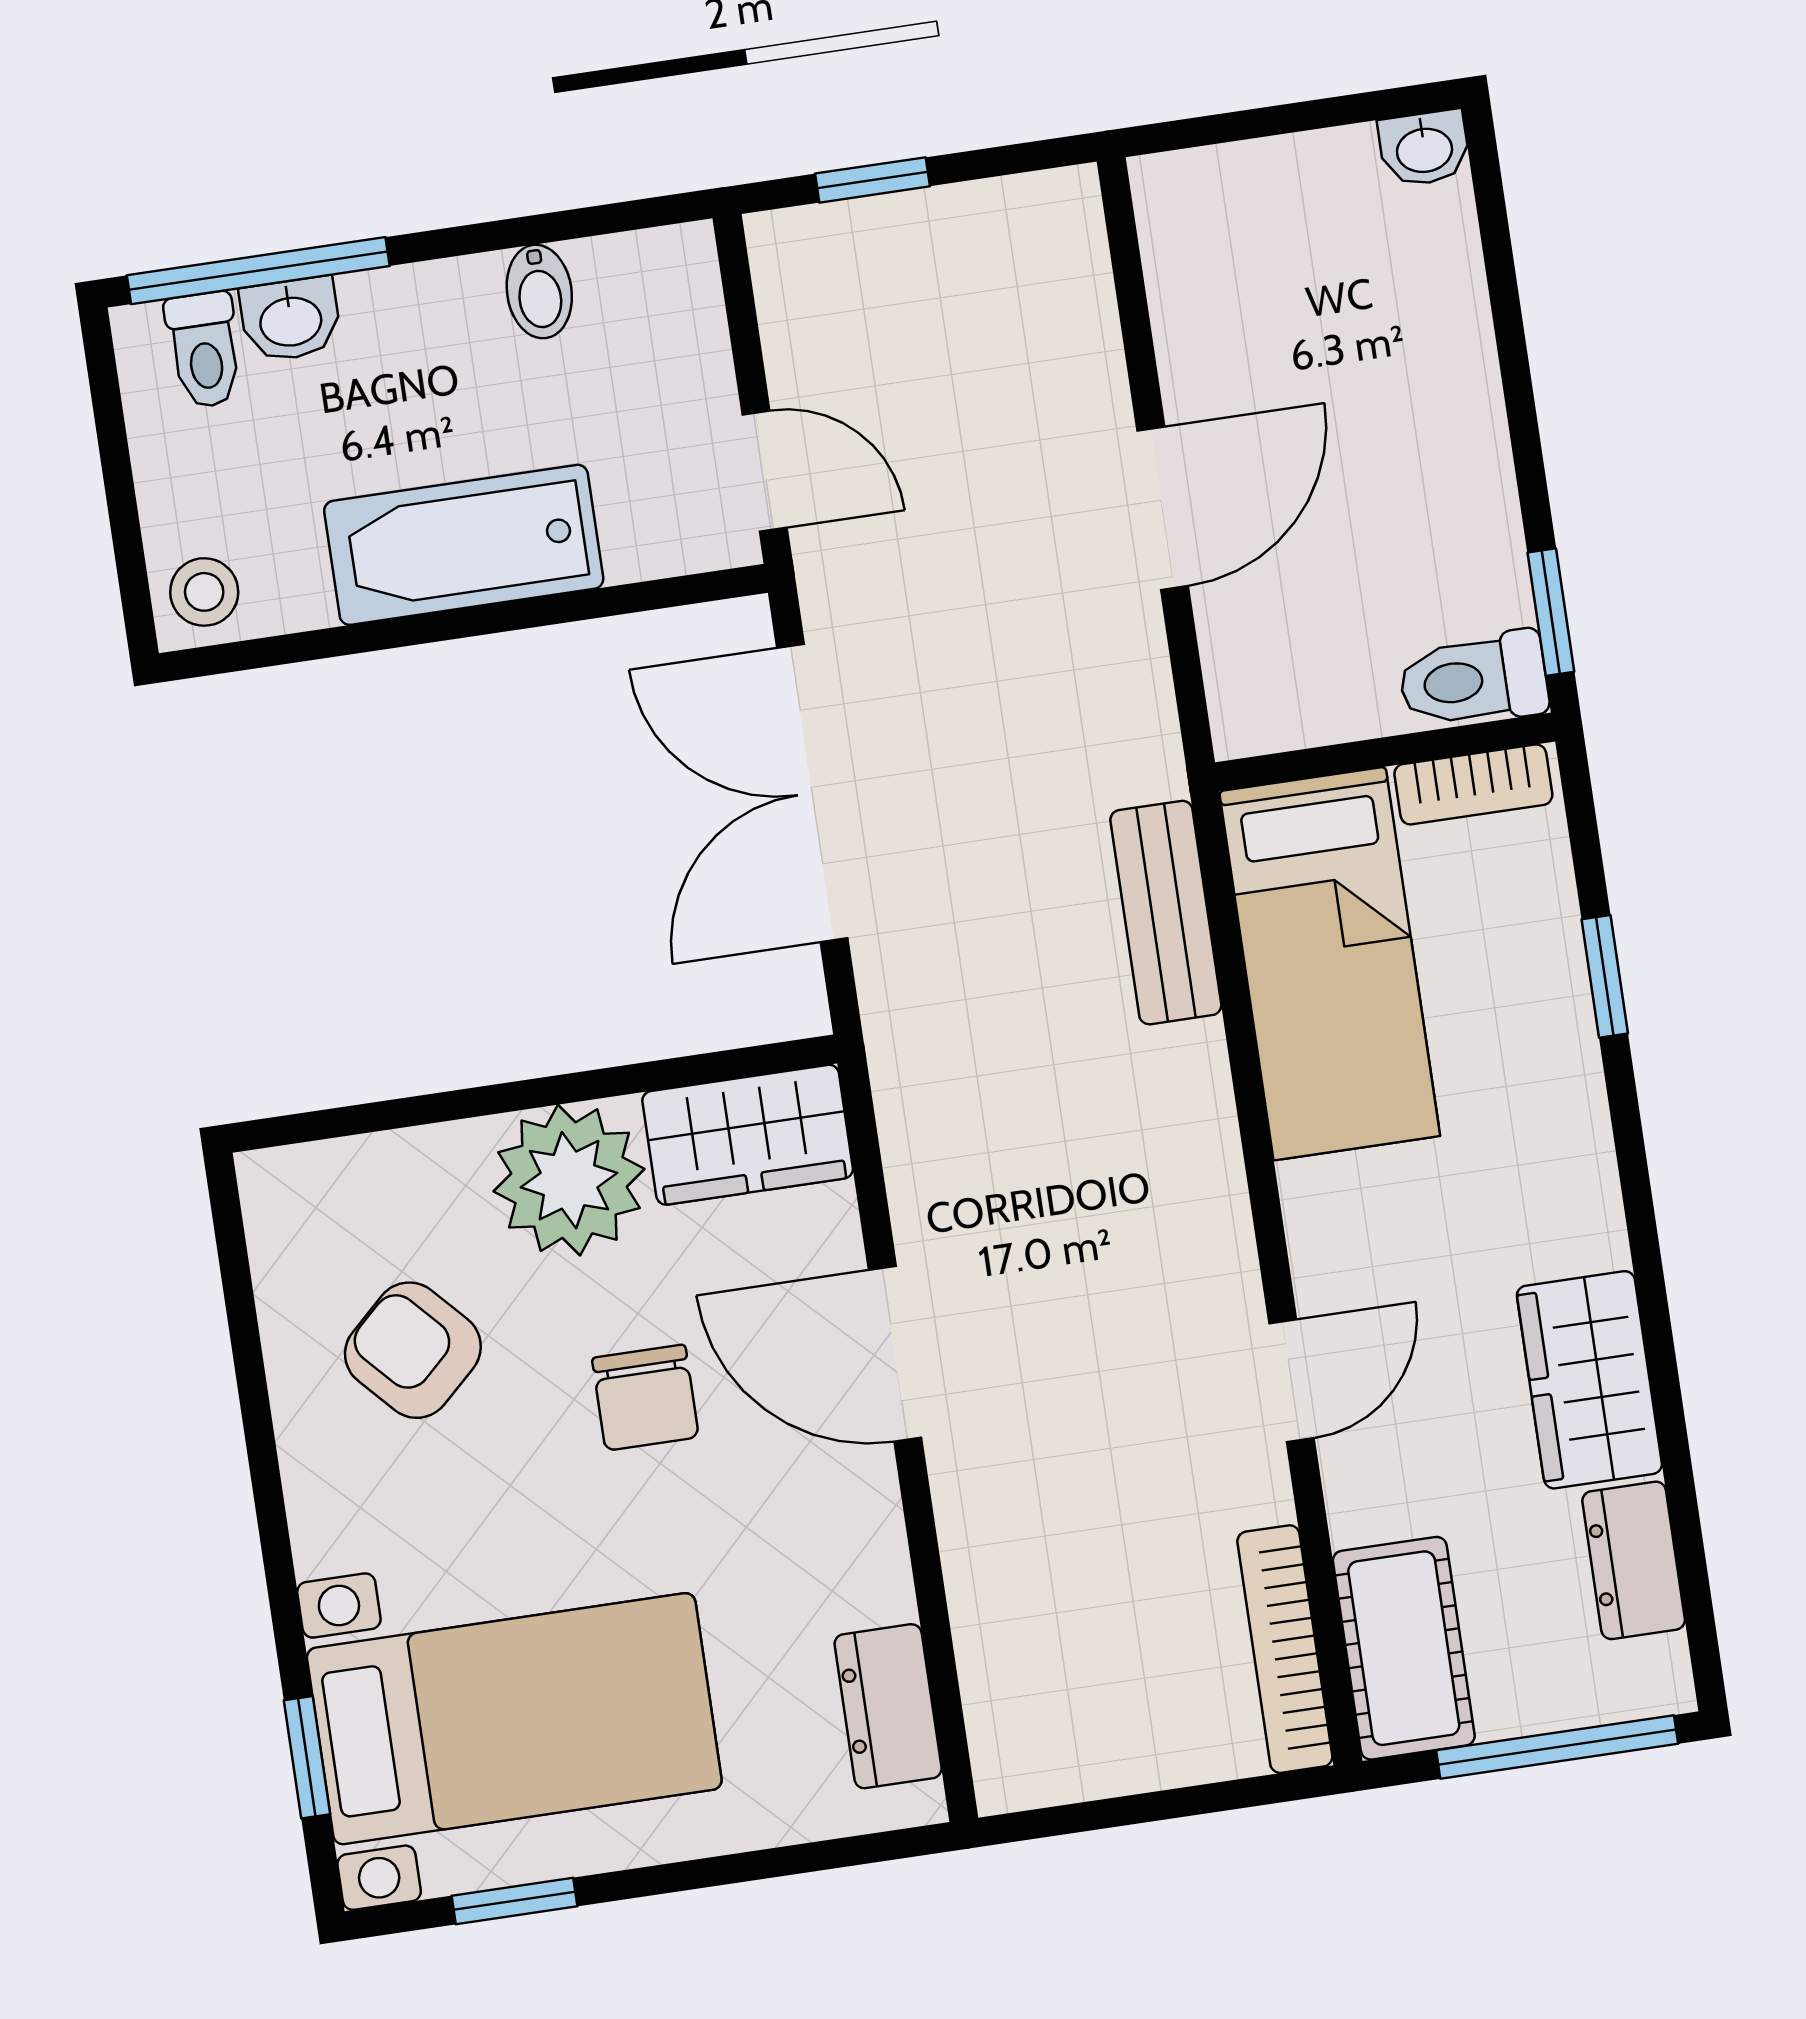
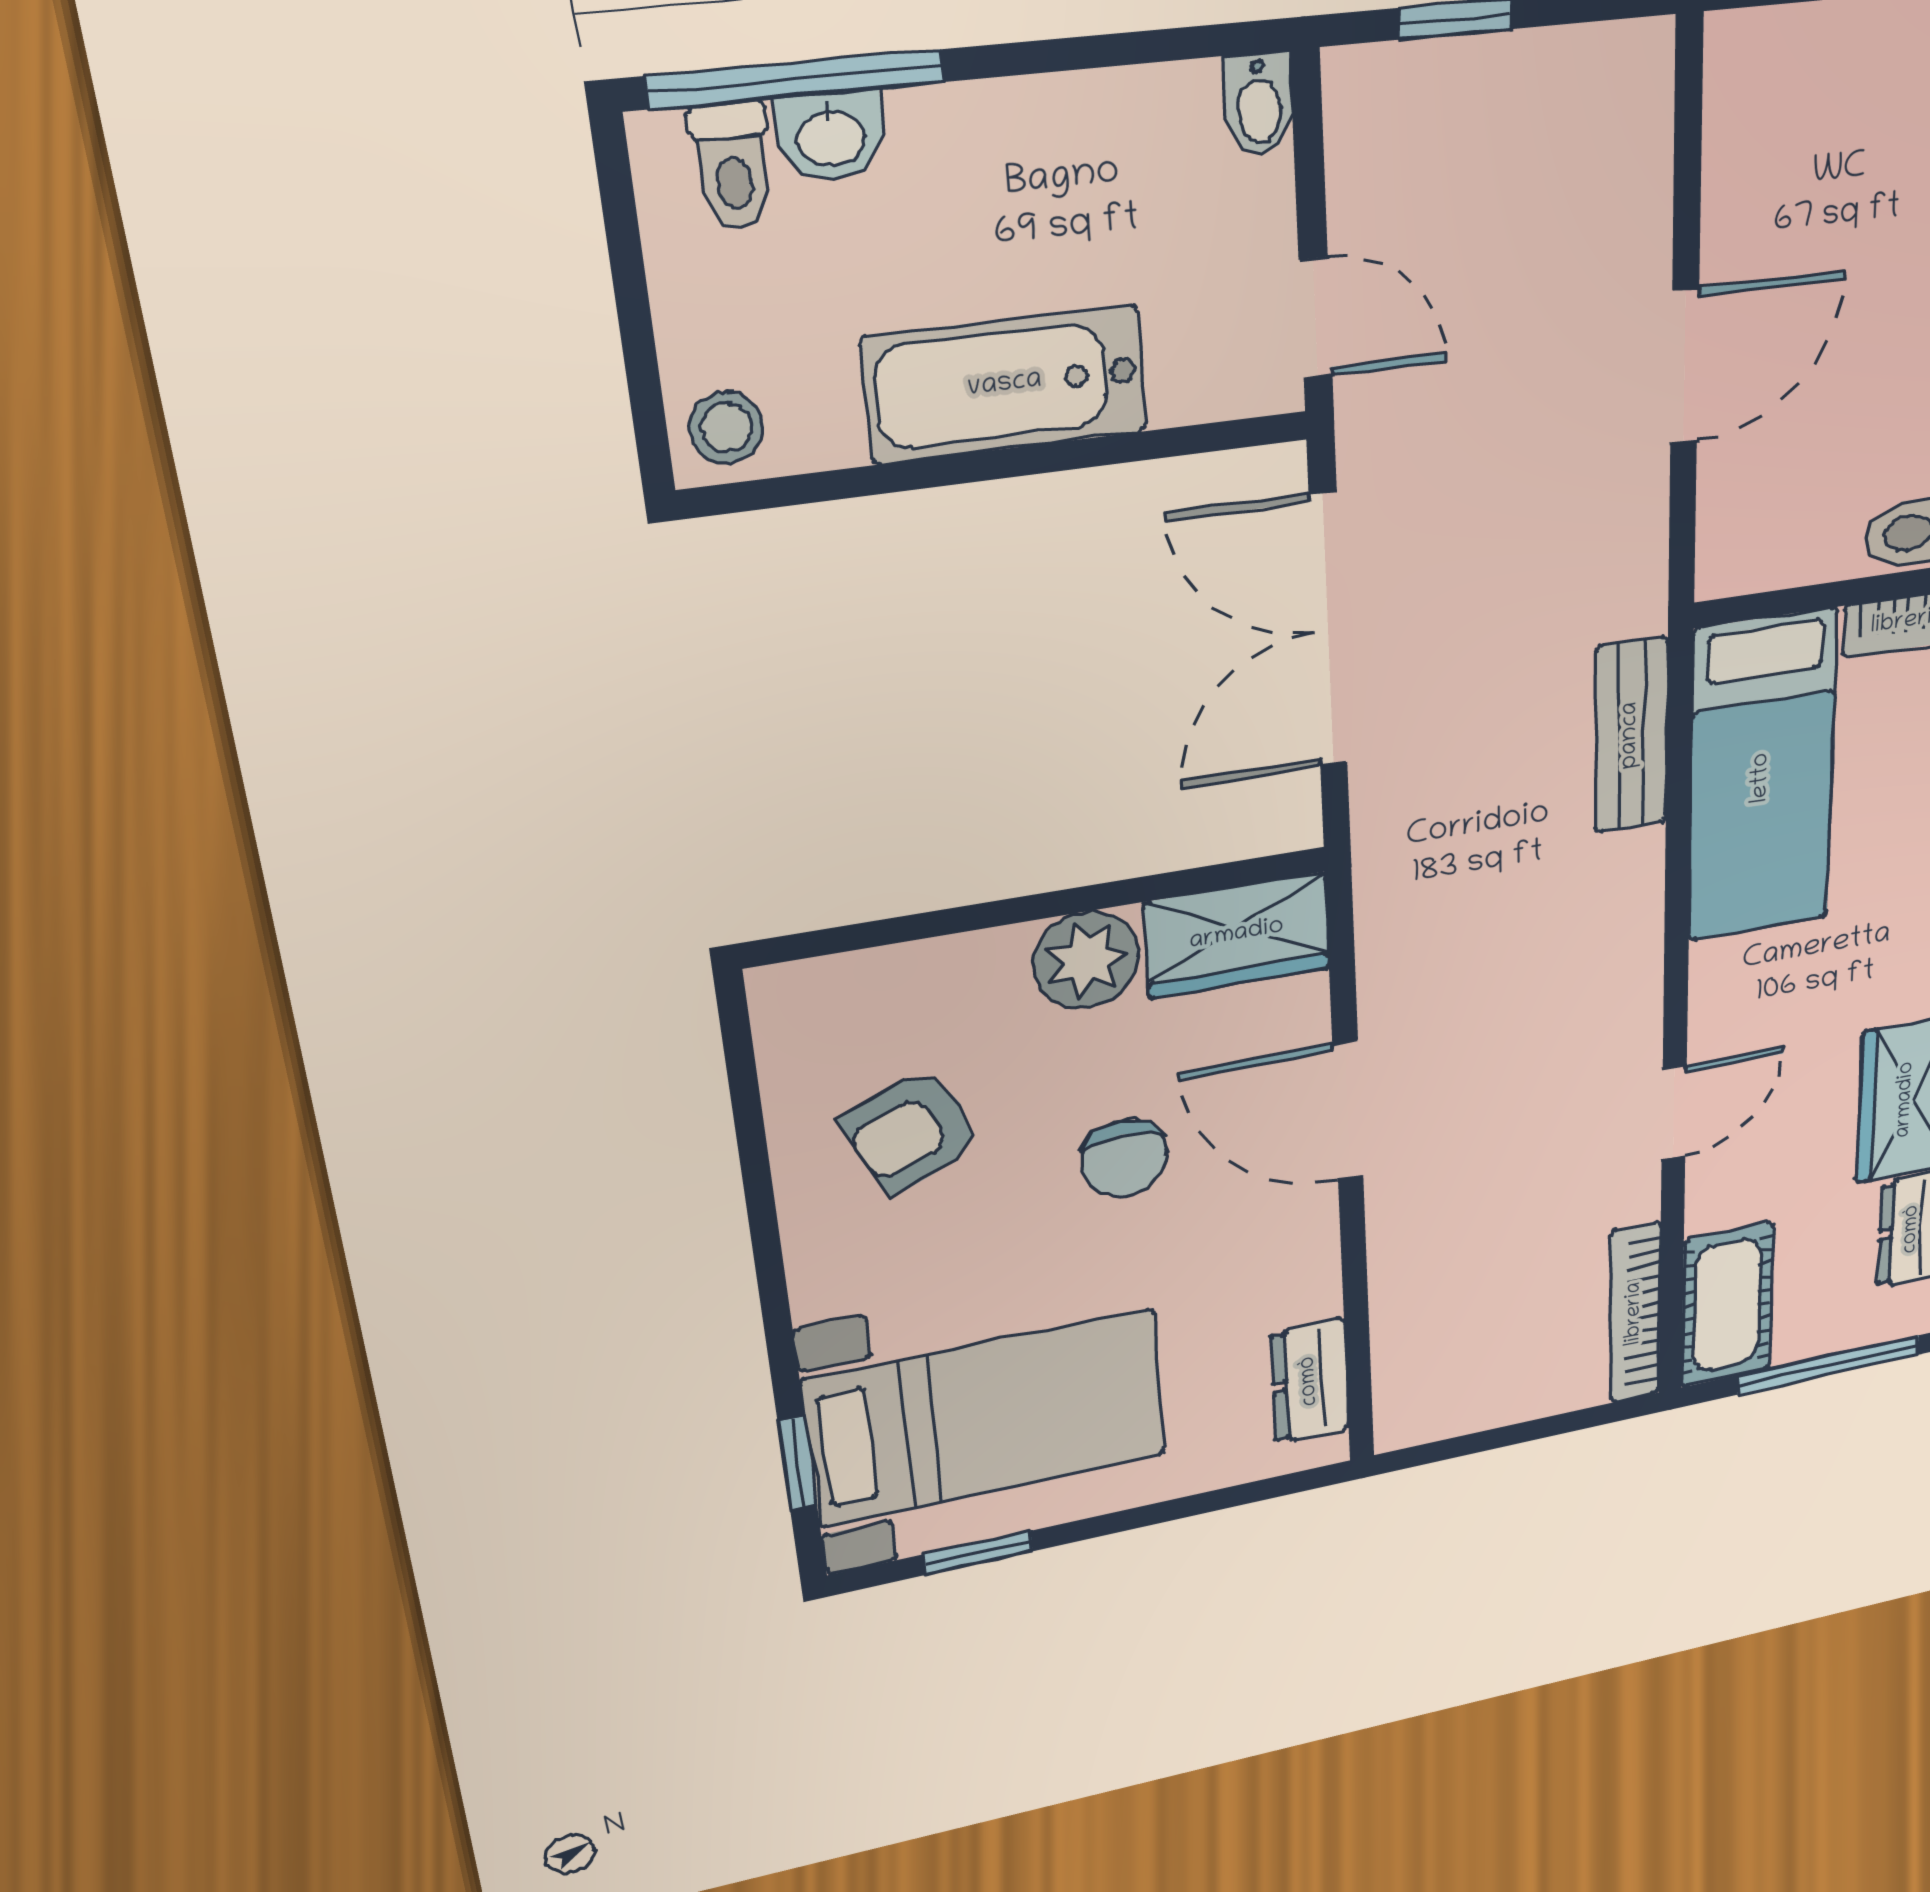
bidet: (539, 292) -> (1259, 104), moved
plant: (569, 1180) -> (1086, 960), width x0.73, depth x0.73
armchair: (413, 1350) -> (912, 1131), turned -70

